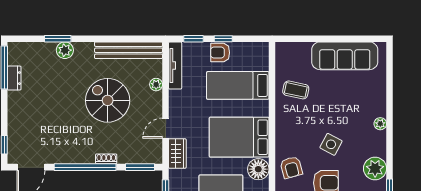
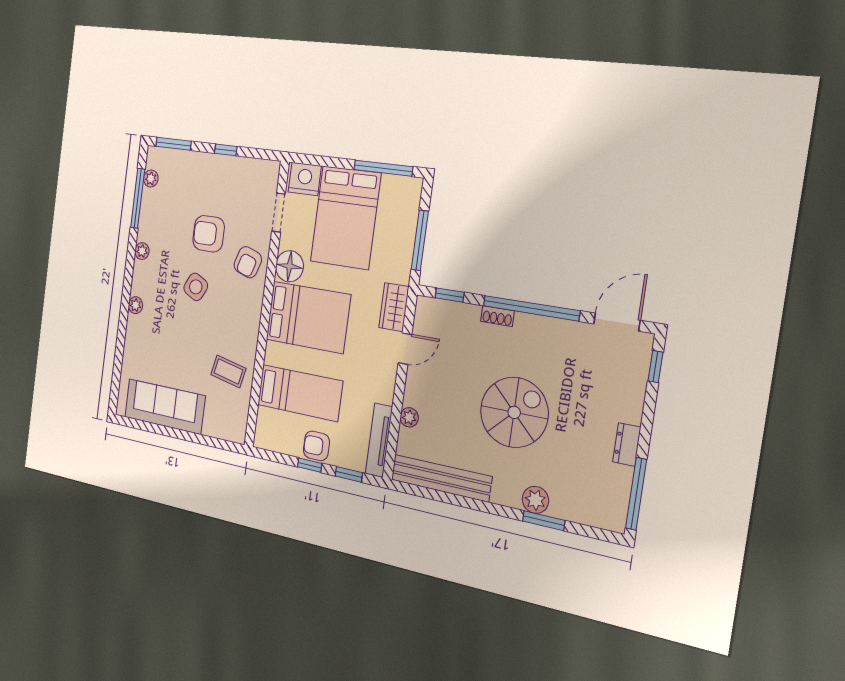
armchair: (220, 53) -> (316, 446), turned 180
dresser: (14, 78) -> (627, 445), moved
spiral stairs: (108, 100) -> (514, 412), moved, turned -90
window: (140, 167) -> (450, 295), width x0.67
armchair: (291, 167) -> (248, 262), turned -147
plant: (375, 169) -> (142, 251), width x0.53, depth x0.53

